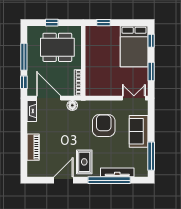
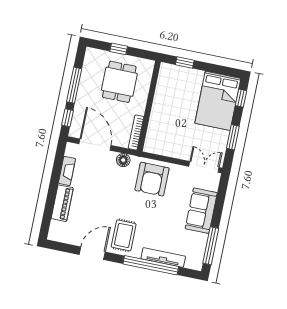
dining table: (57, 47) -> (119, 82), width x0.73
fireplace: (32, 111) -> (67, 171), moved
armchair: (104, 126) -> (152, 179), moved, turned 180

